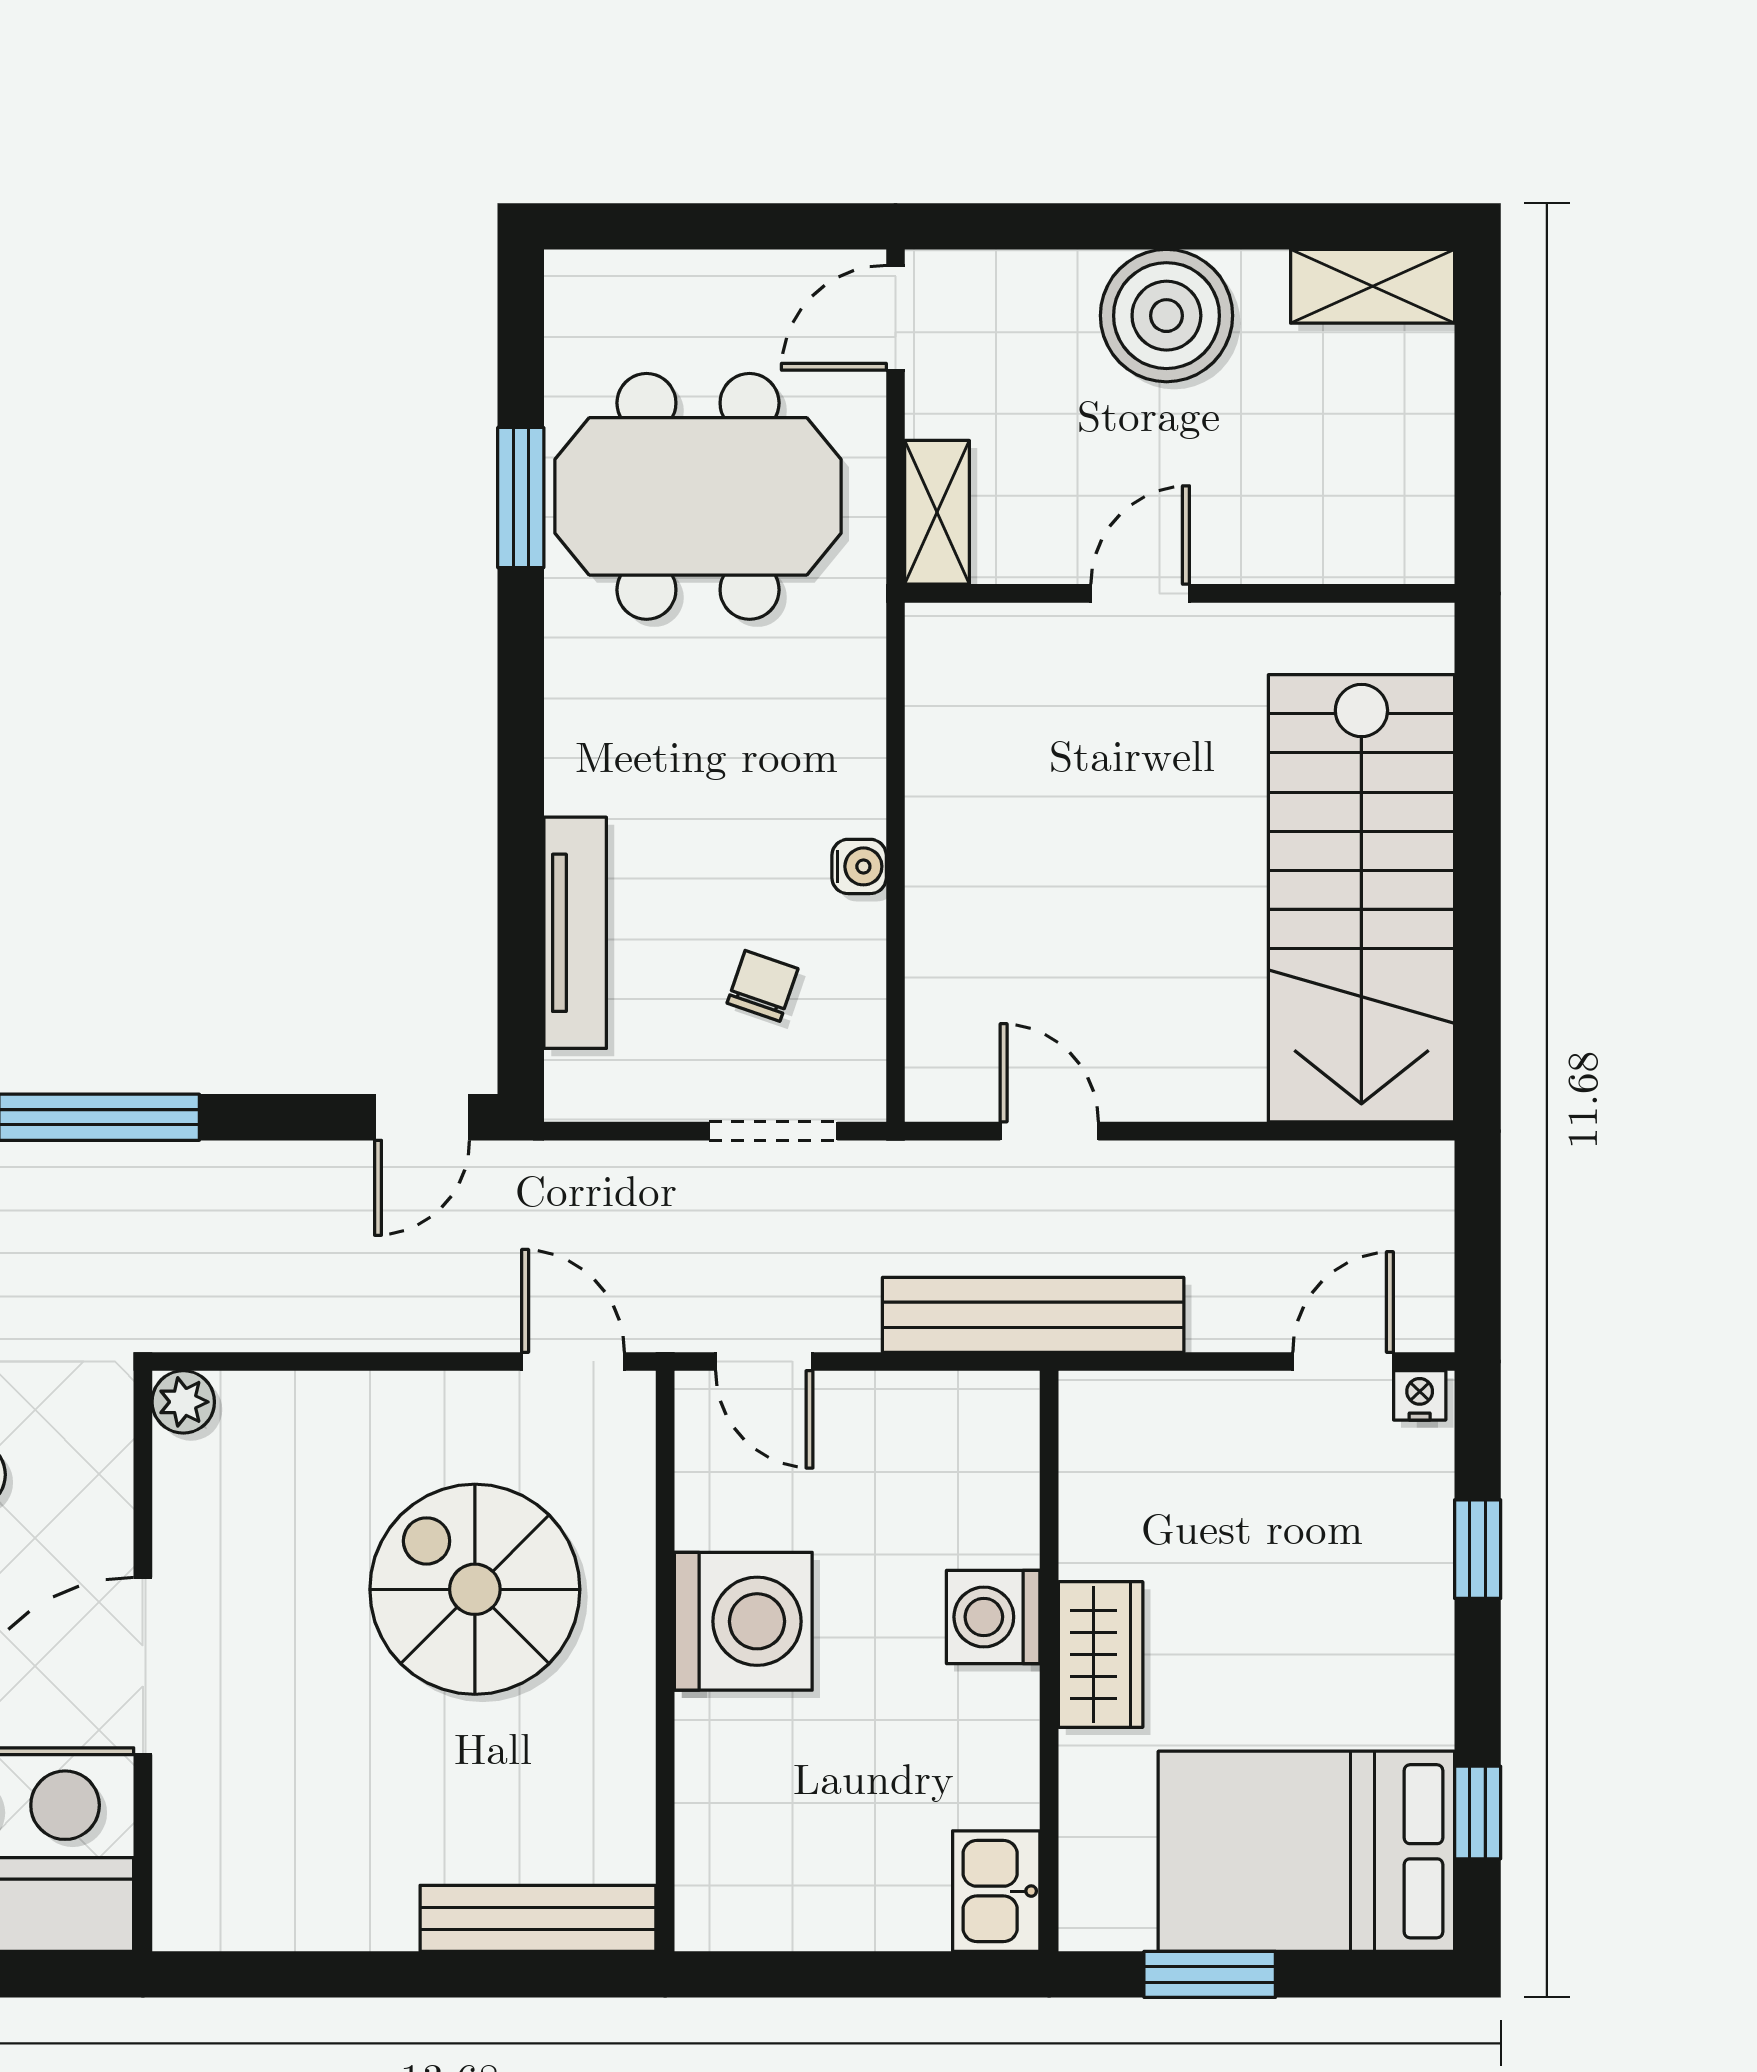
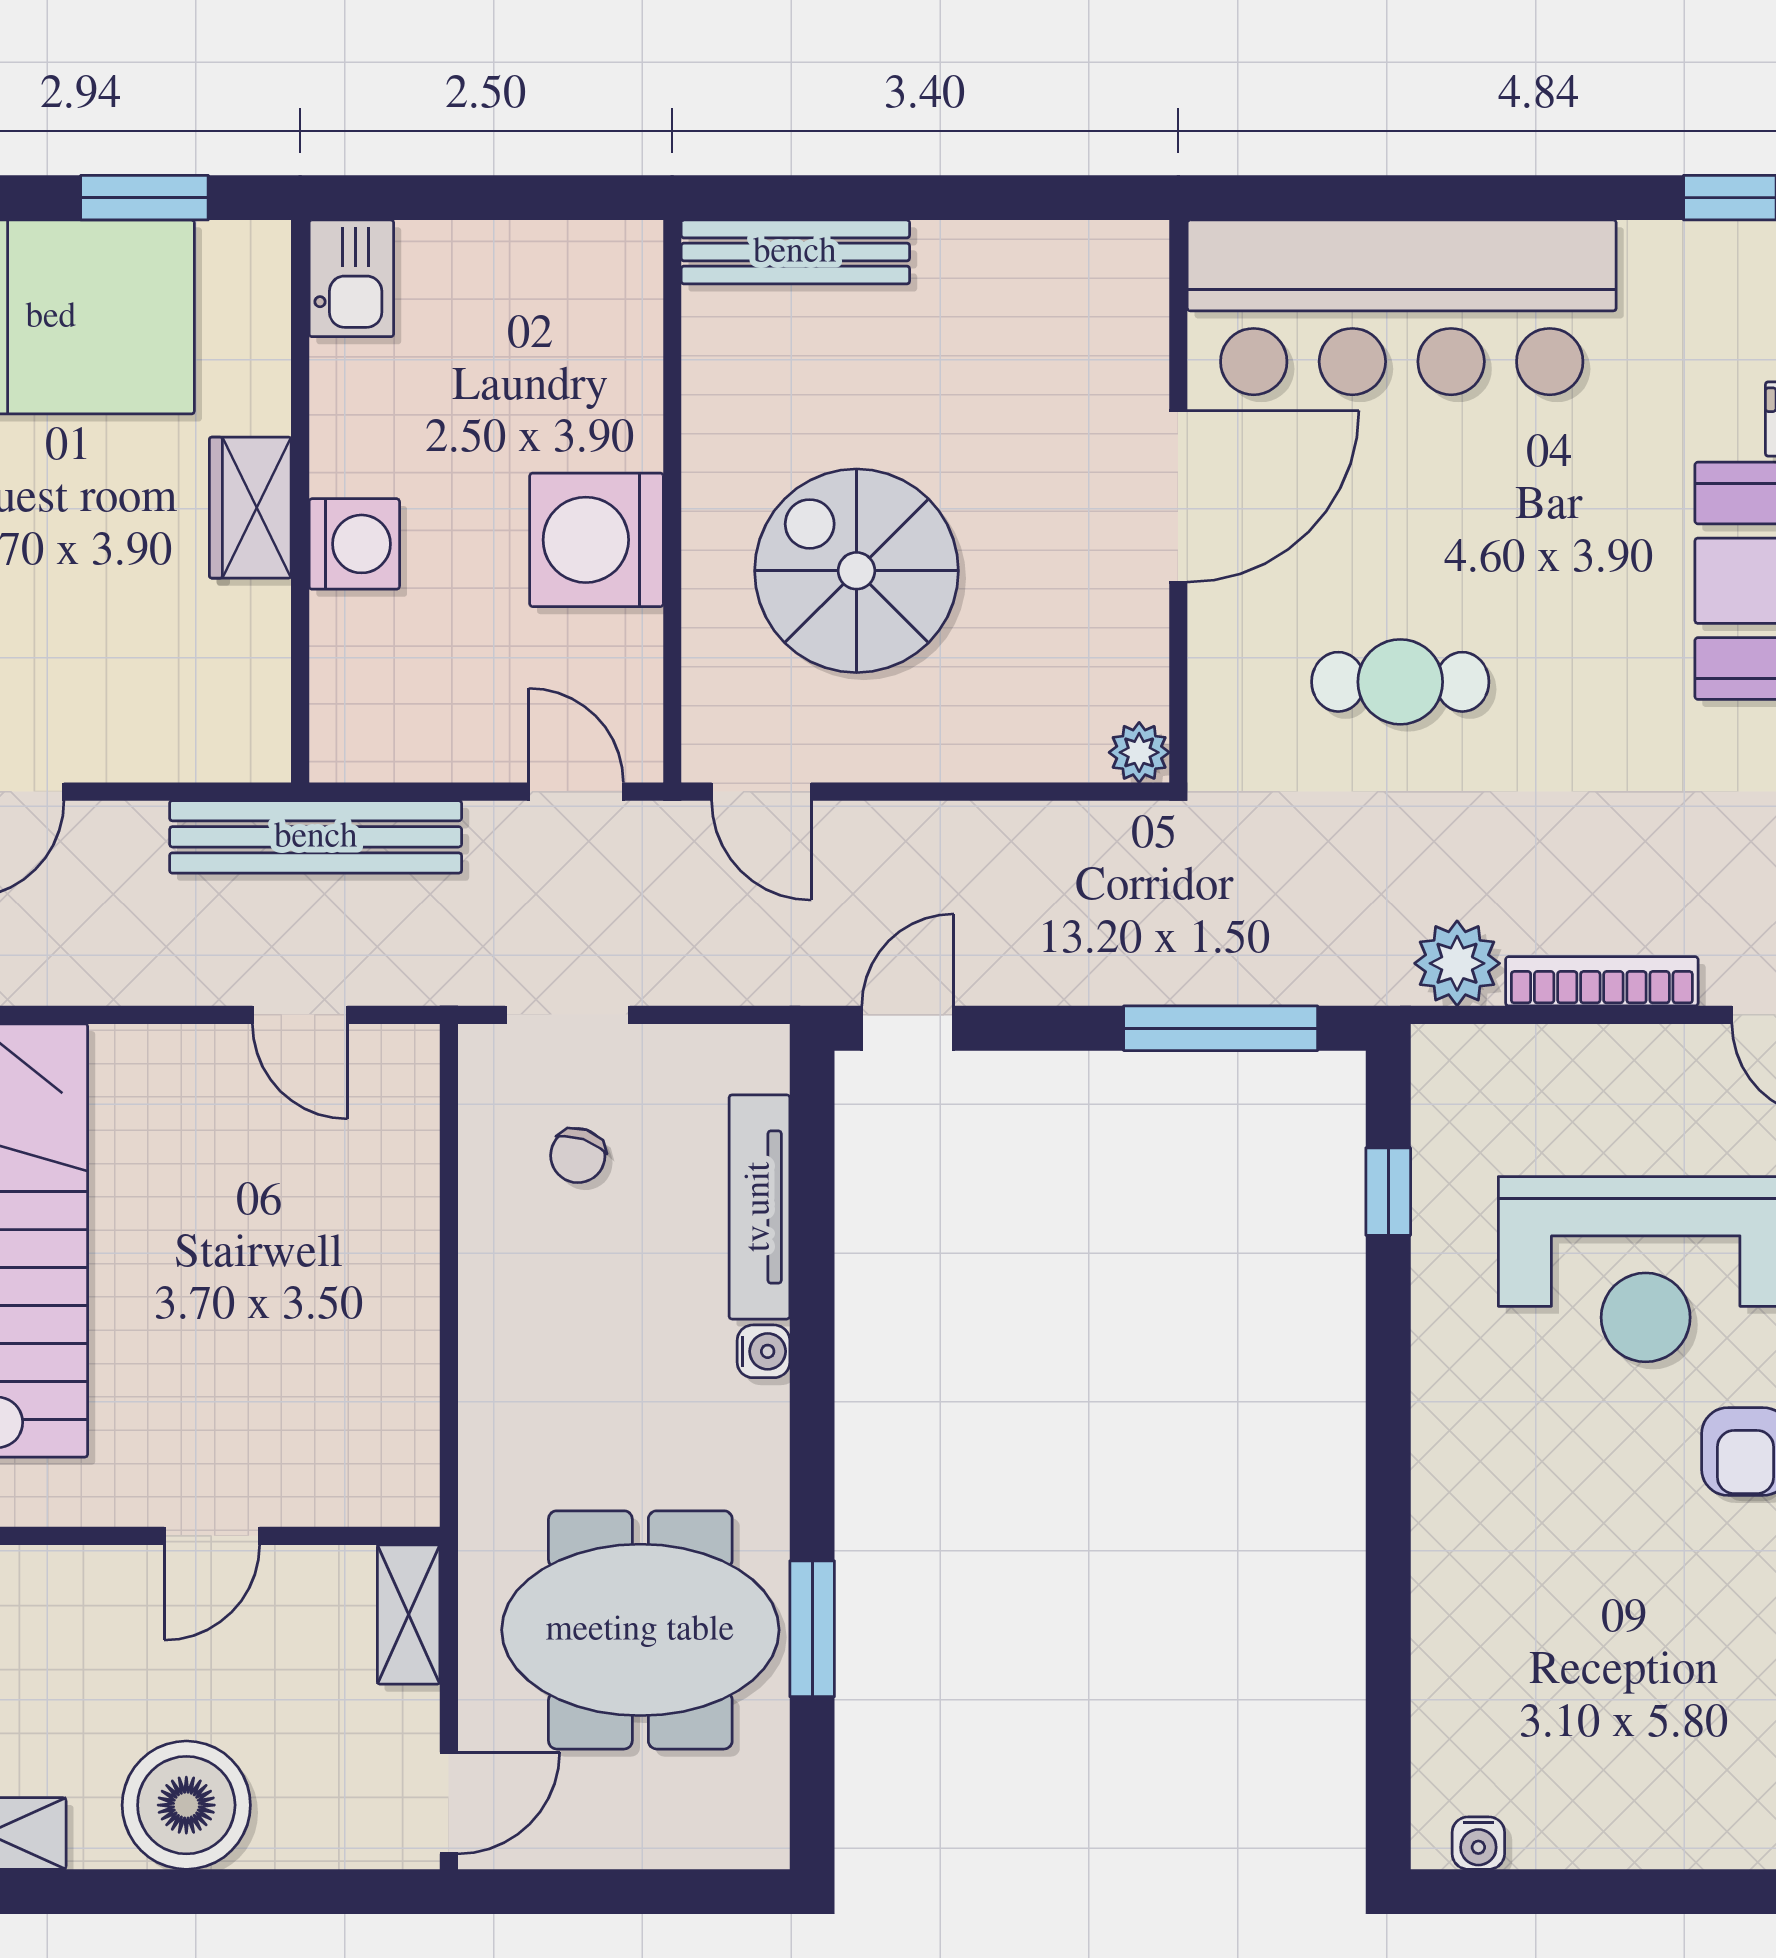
water cooler: (859, 866) -> (763, 1351), moved, turned 180
spiral stairs: (475, 1589) -> (857, 571), turned 180

